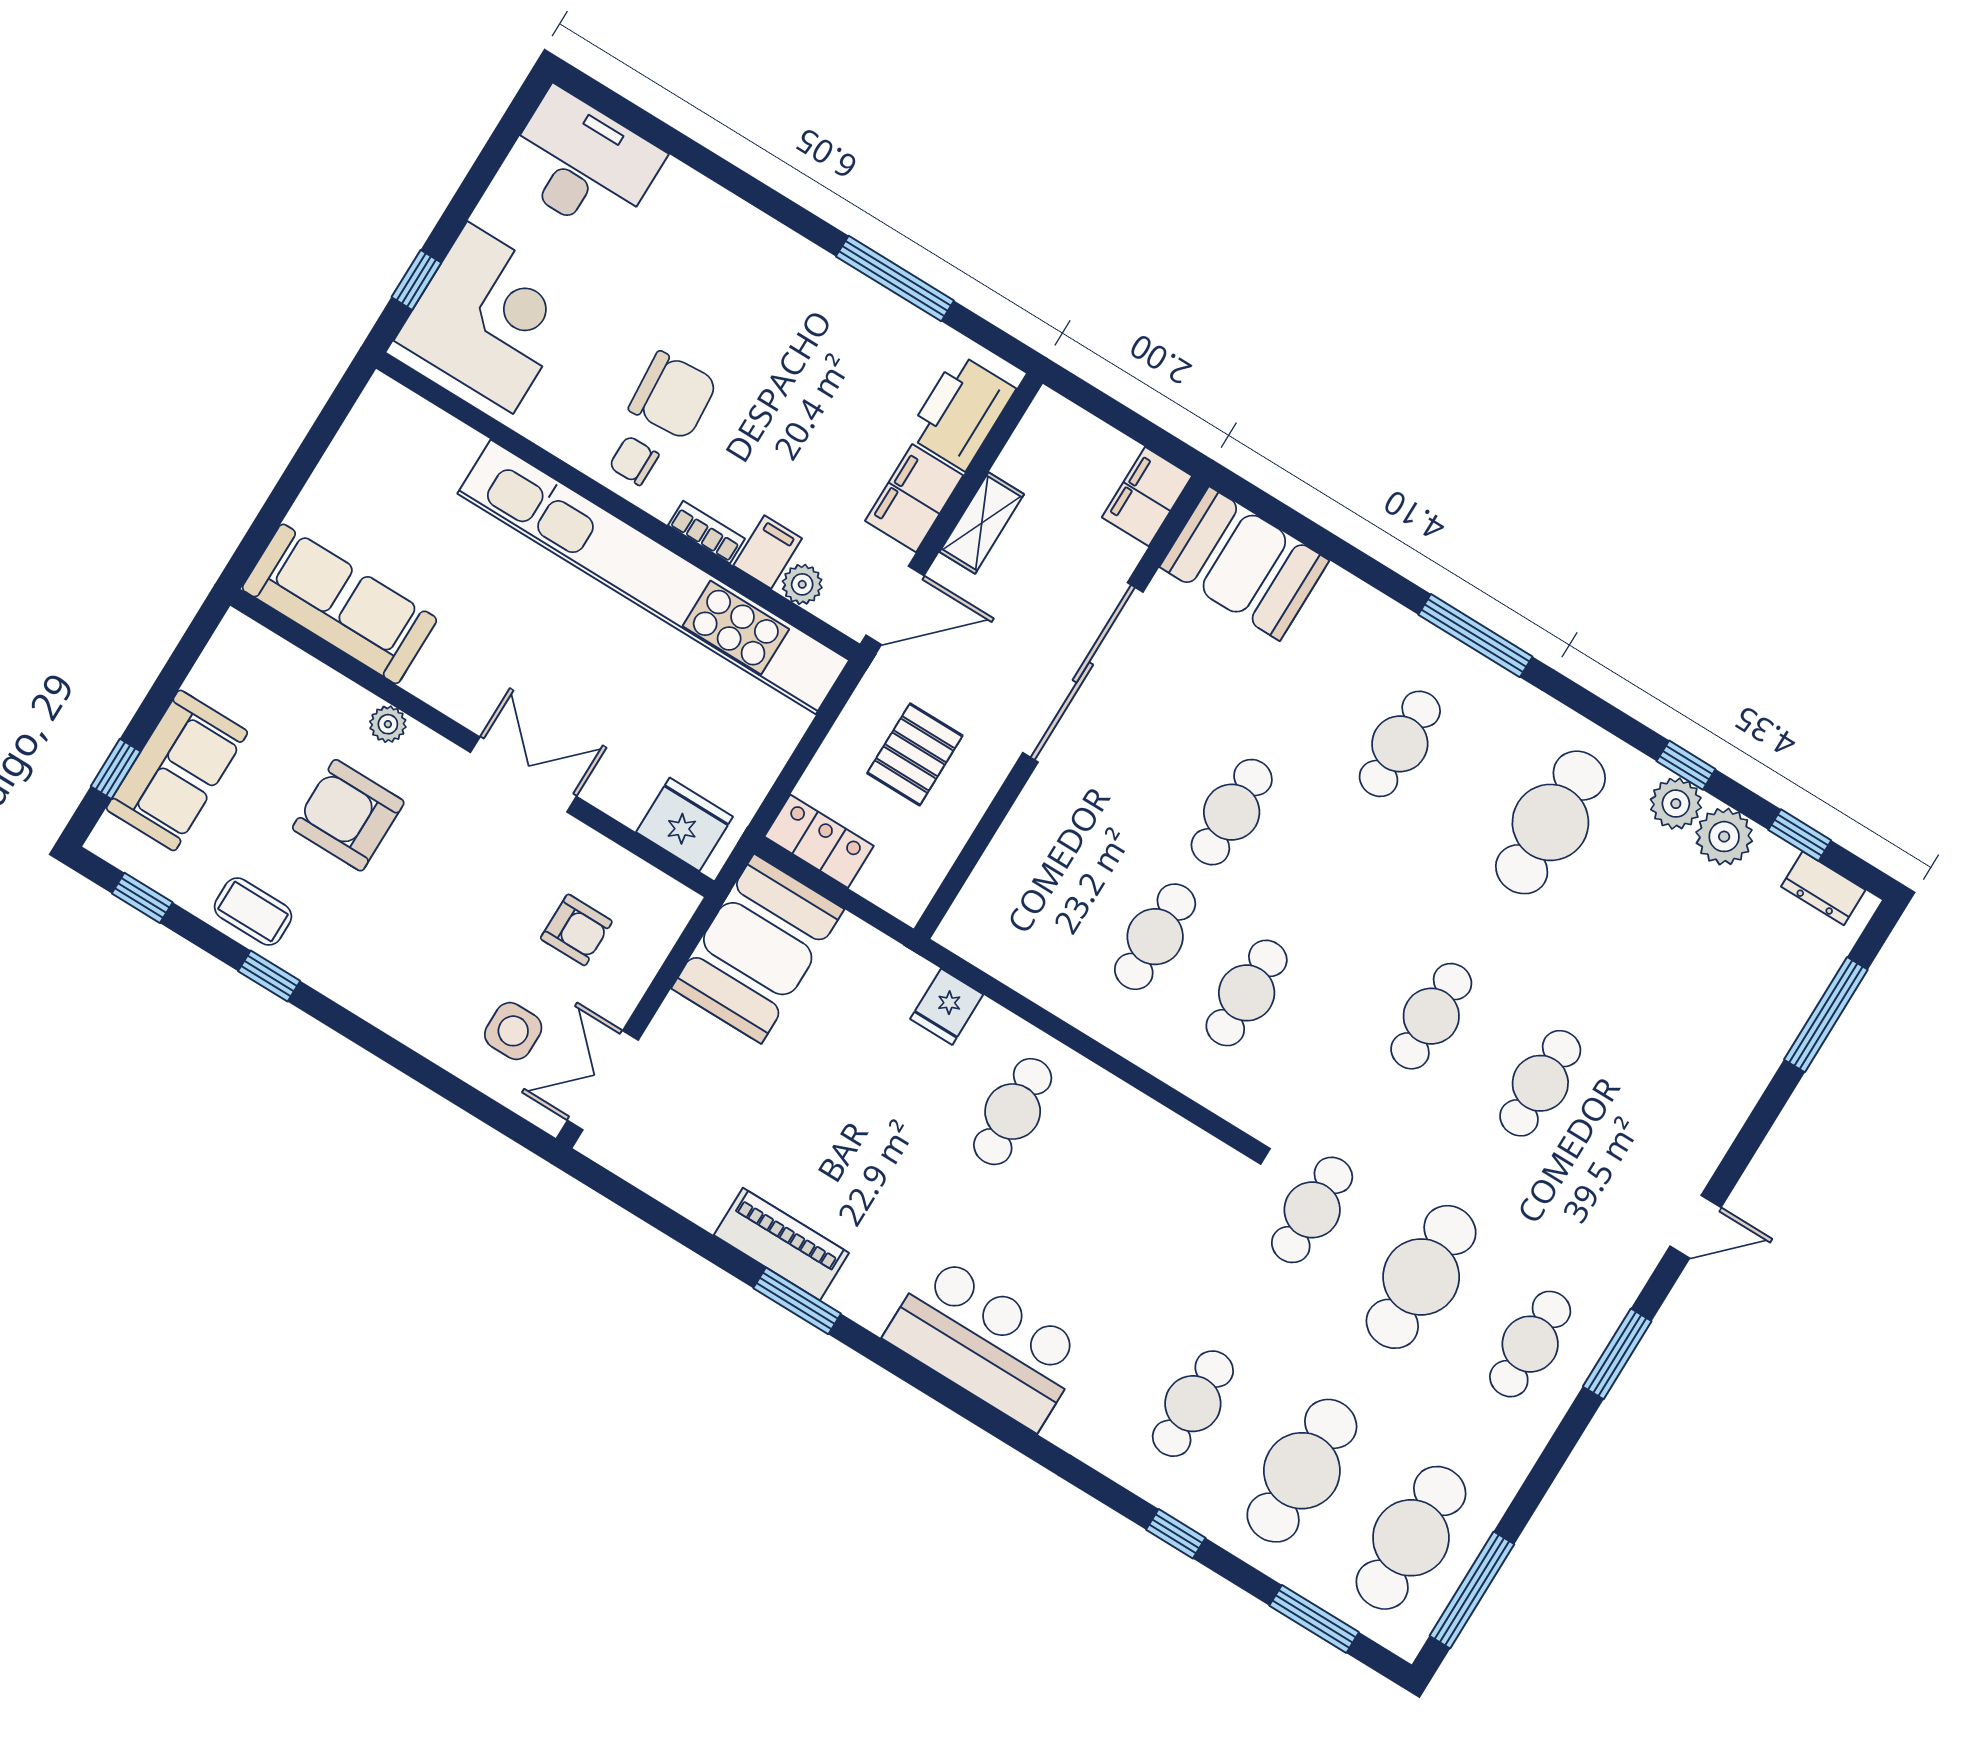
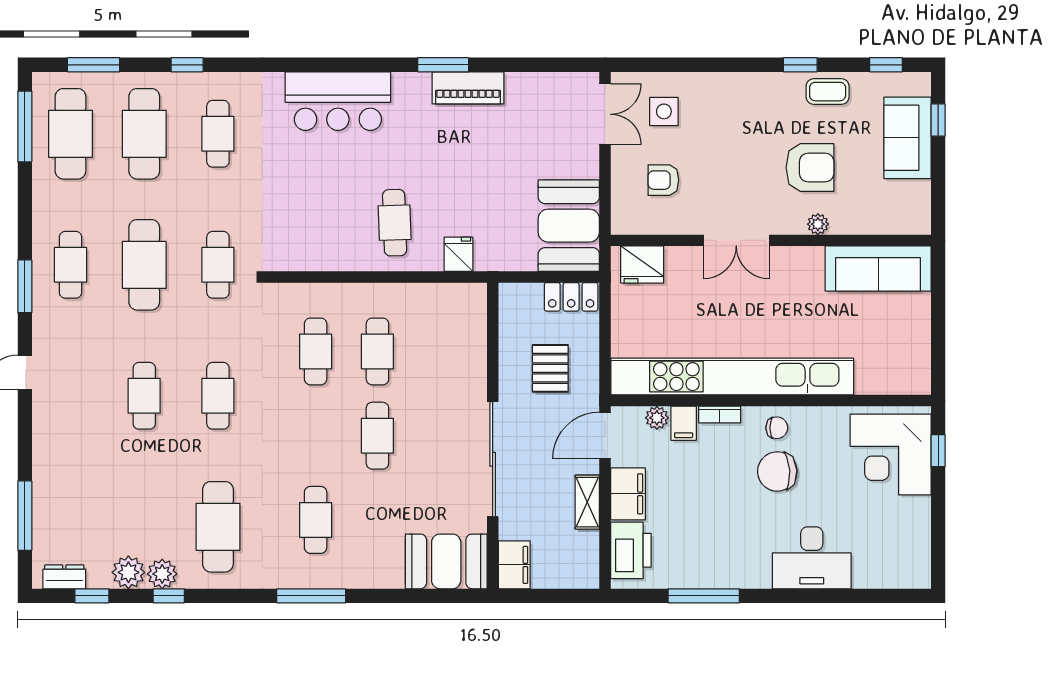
desk: (583, 164) -> (812, 558), moved

